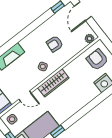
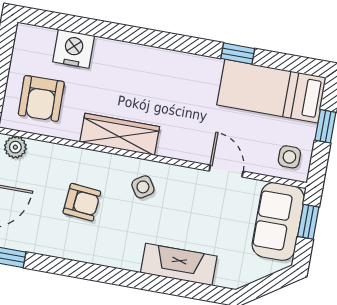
wardrobe: (53, 83) -> (120, 134), moved

